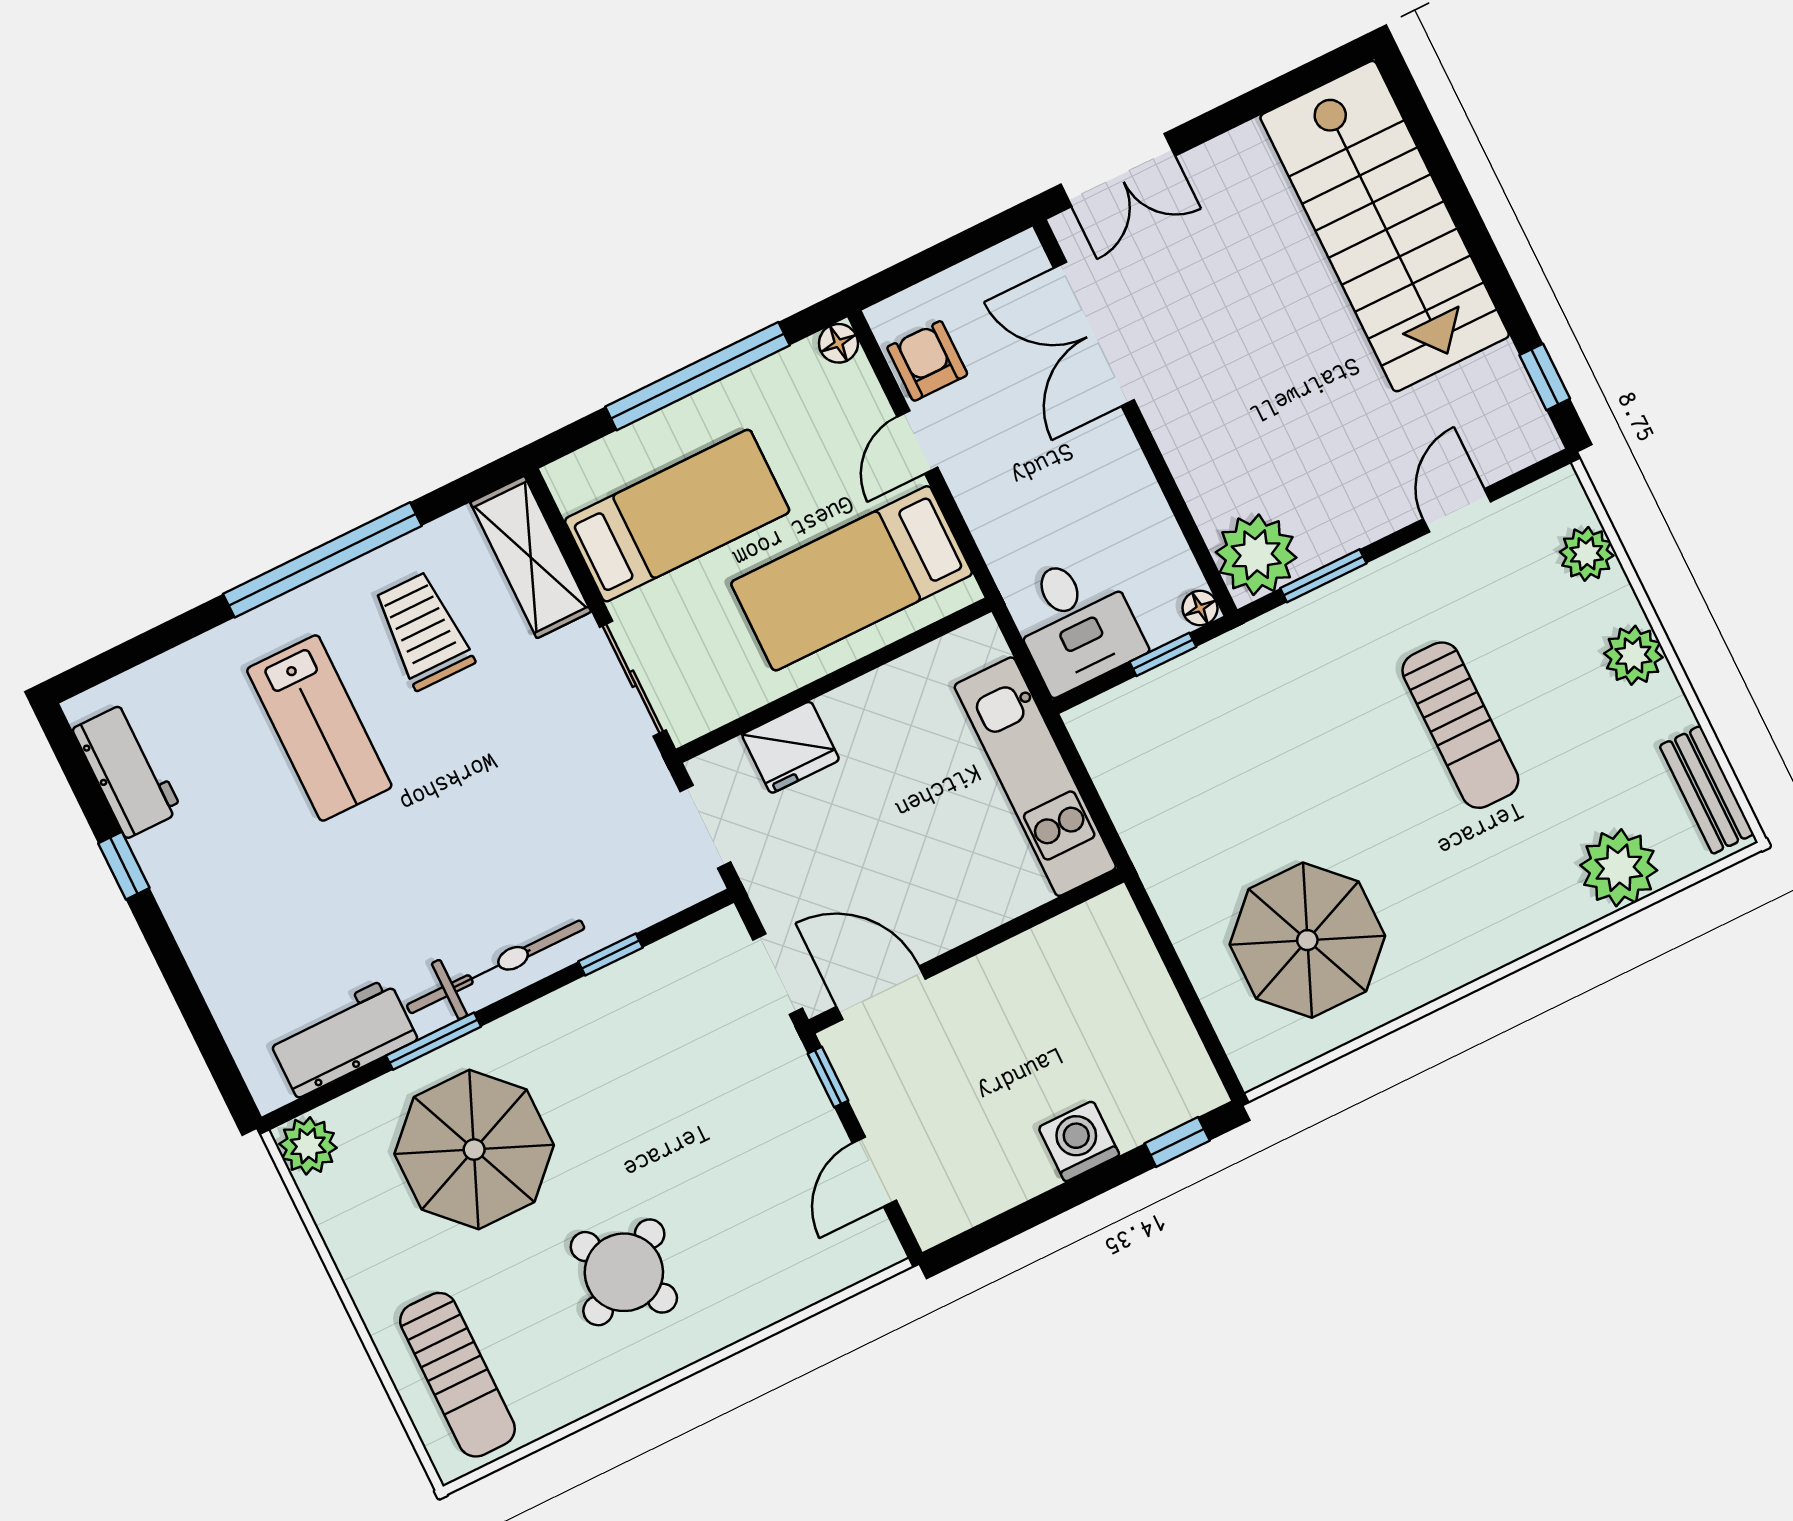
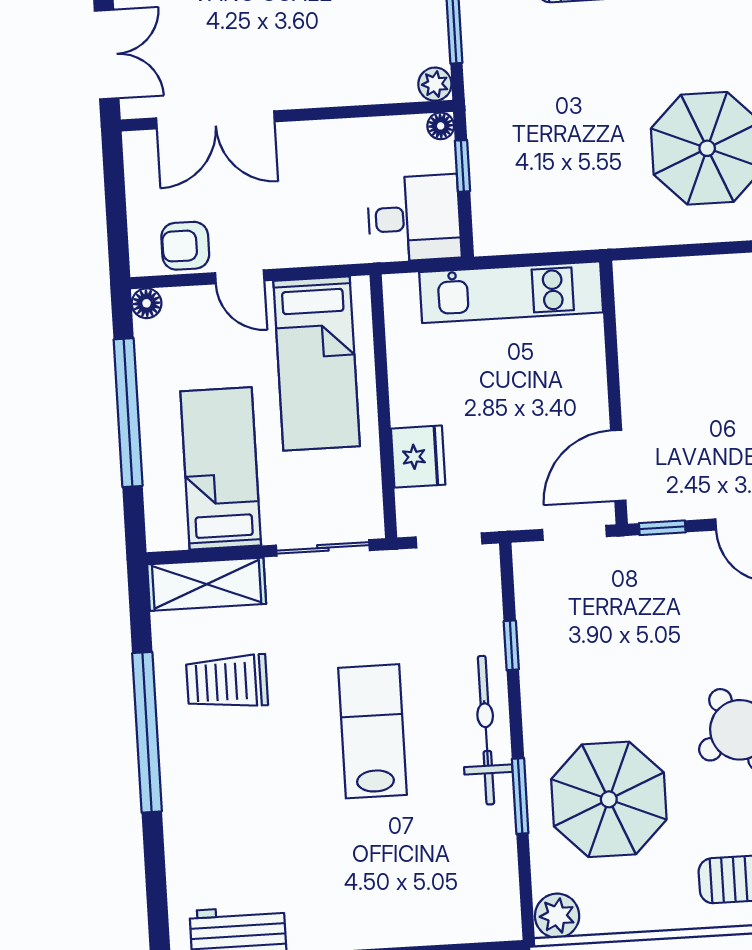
plant: (1256, 555) -> (435, 84), width x0.53, depth x0.53
lab bench: (319, 728) -> (373, 731), moved, turned -90
workbench: (343, 1038) -> (491, 859), removed

